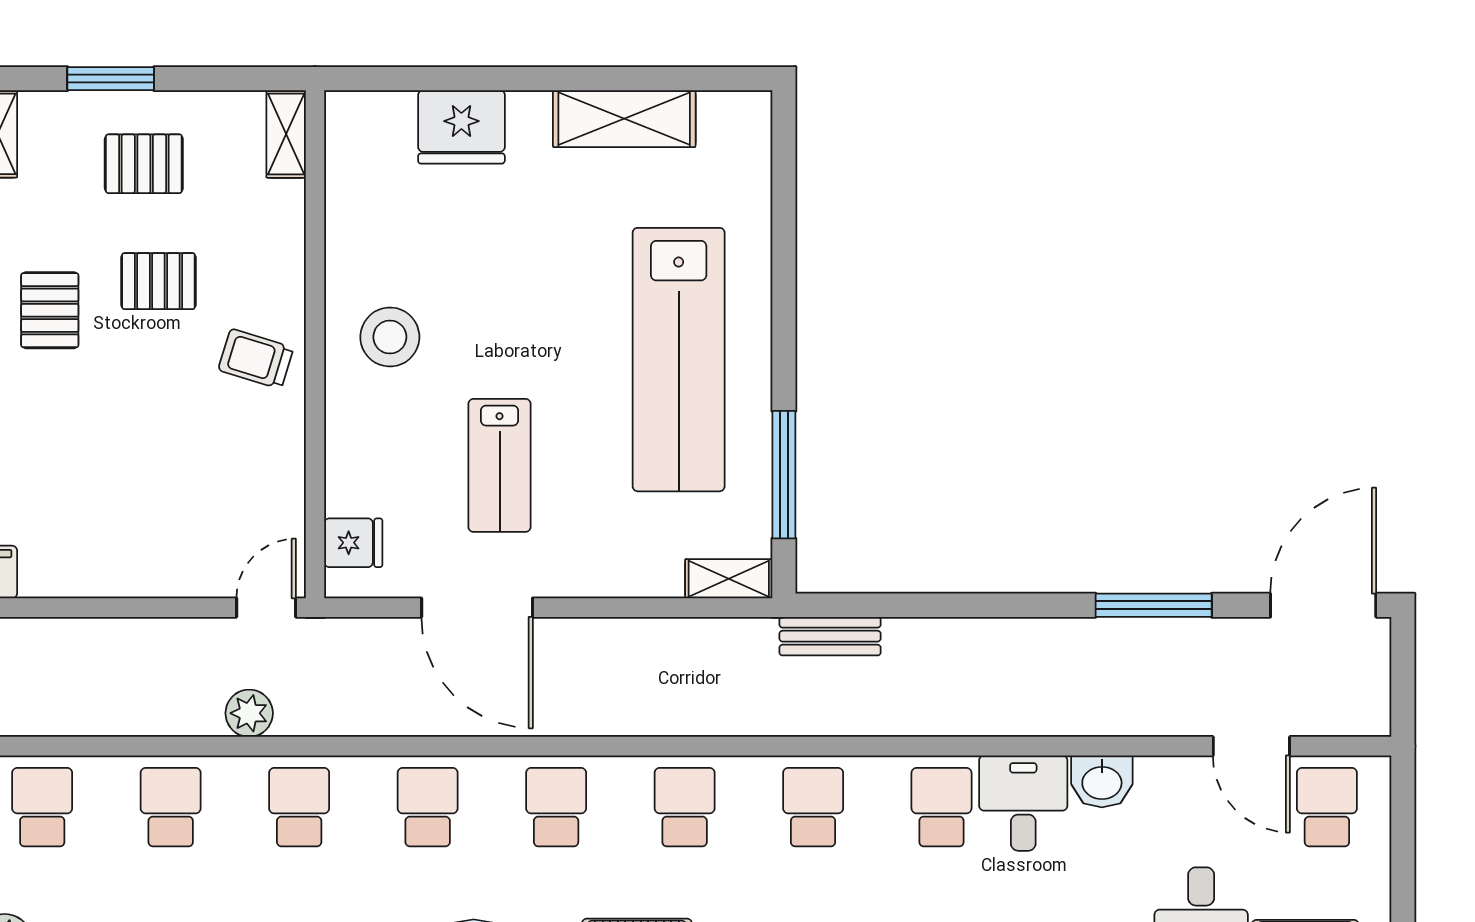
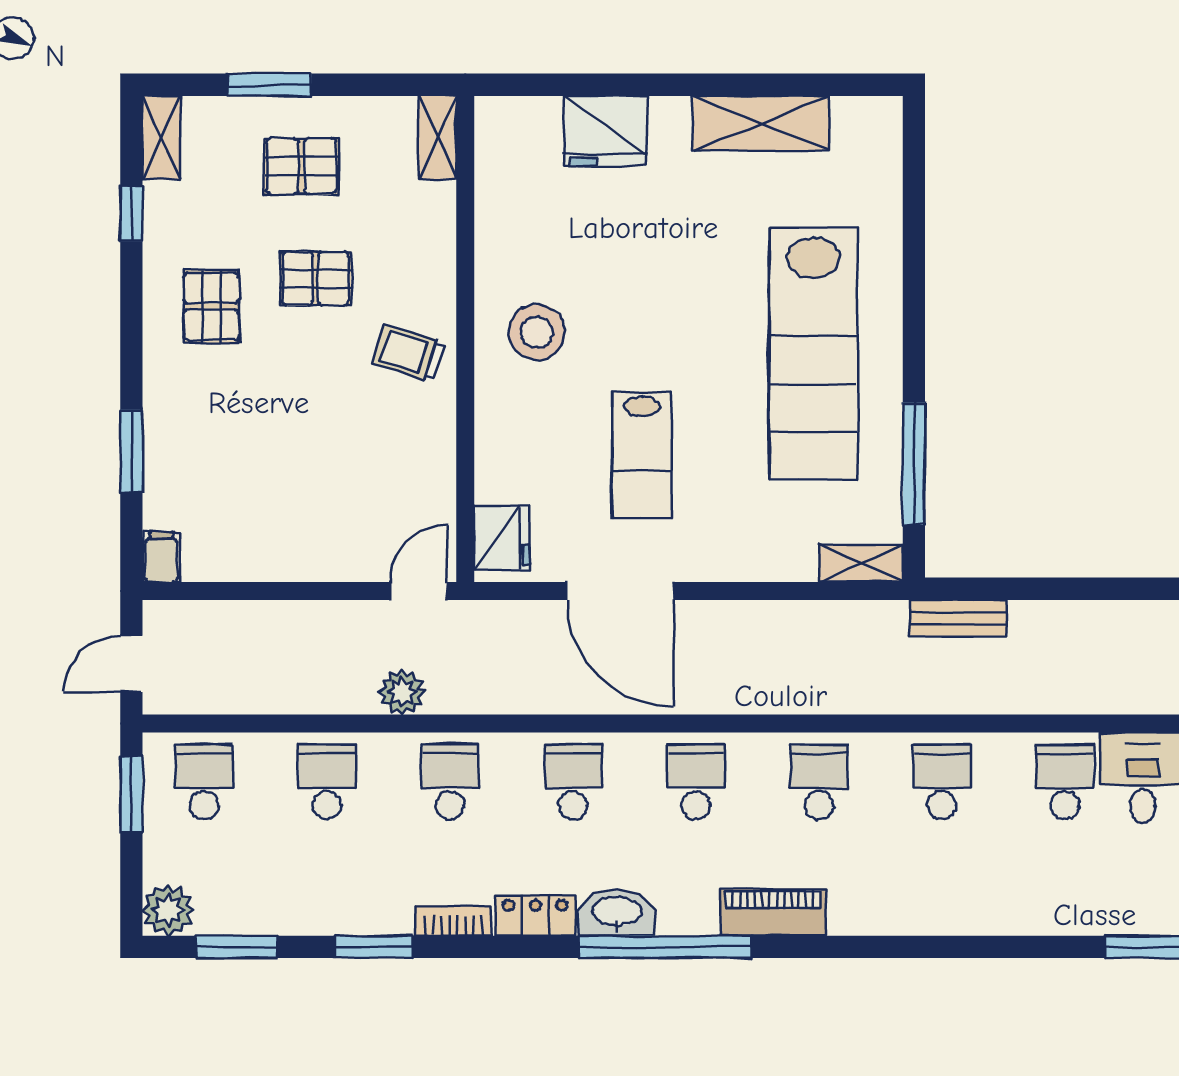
fridge: (353, 543) -> (502, 538), width x1.38

